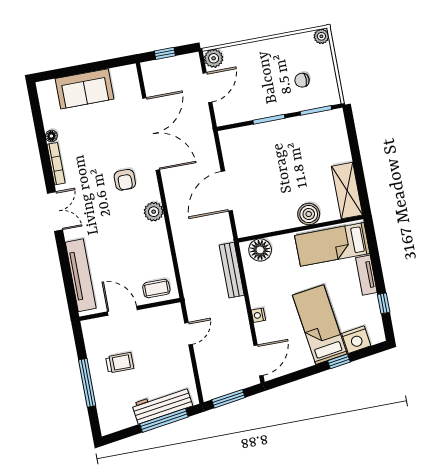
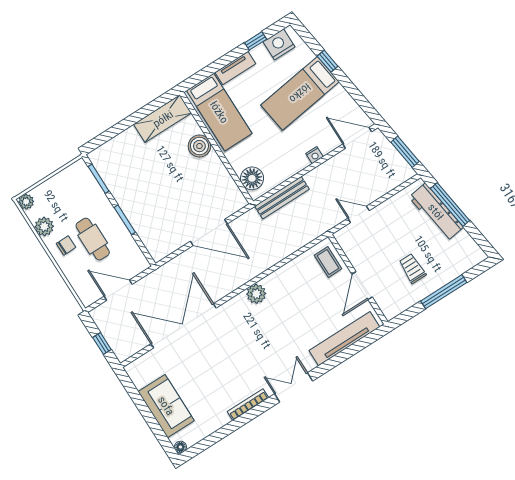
plant: (214, 58) -> (44, 227), moved
chair: (302, 80) -> (66, 245), moved, turned -91
cafe table: (263, 83) -> (93, 239), added
floor lamp: (51, 136) -> (180, 447), moved
armchair: (125, 180) -> (237, 333), removed
nightstand: (356, 340) -> (279, 44), moved, turned -82

